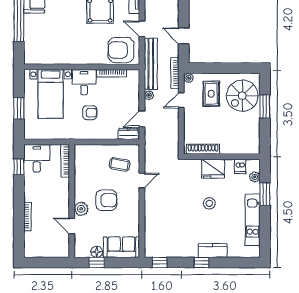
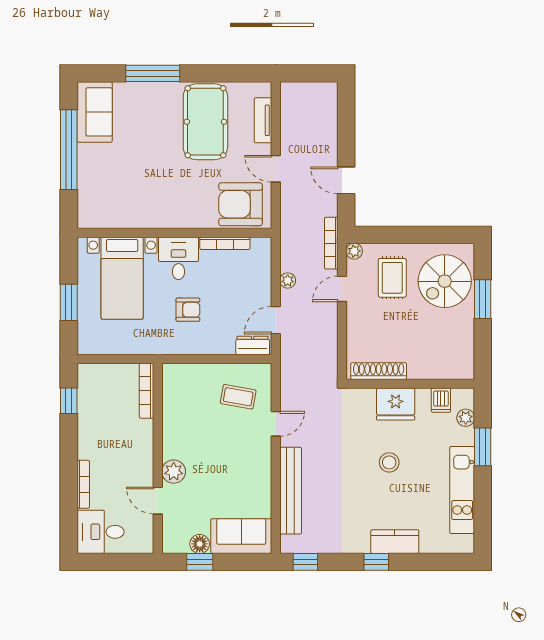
bench: (151, 64) -> (291, 491), moved
desk: (37, 158) -> (100, 532), moved, turned -90
armchair: (106, 200) -> (216, 457), removed

